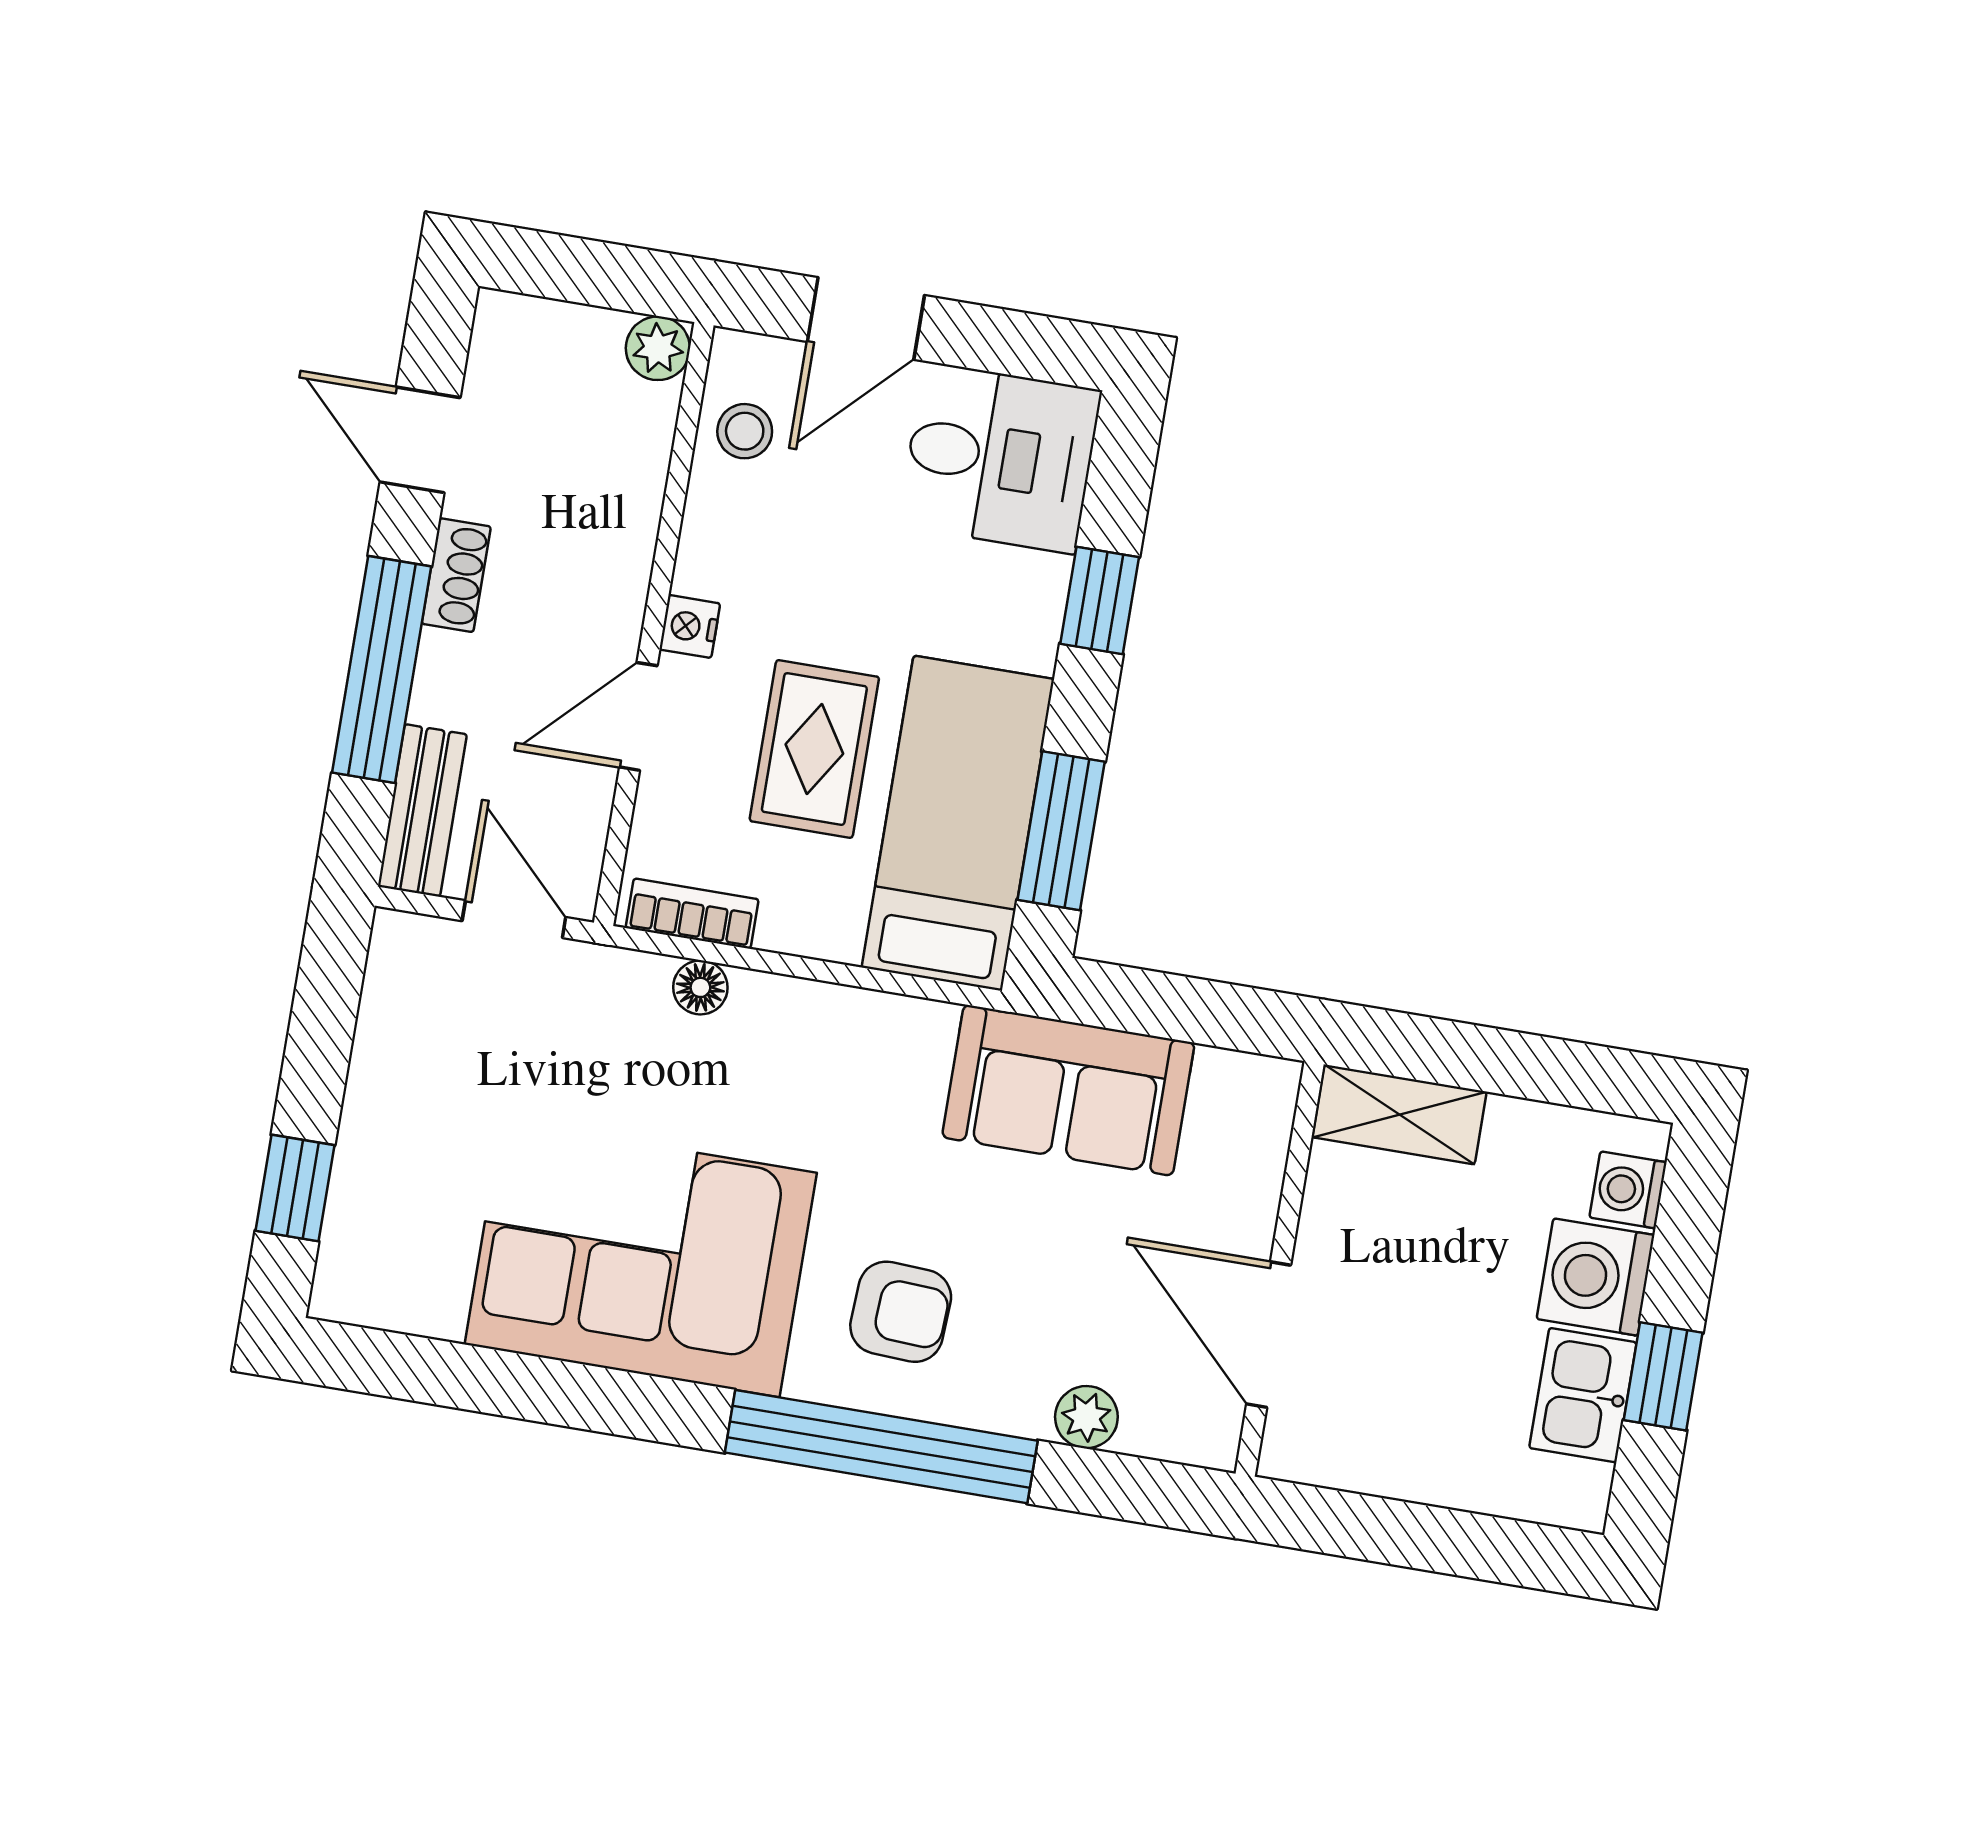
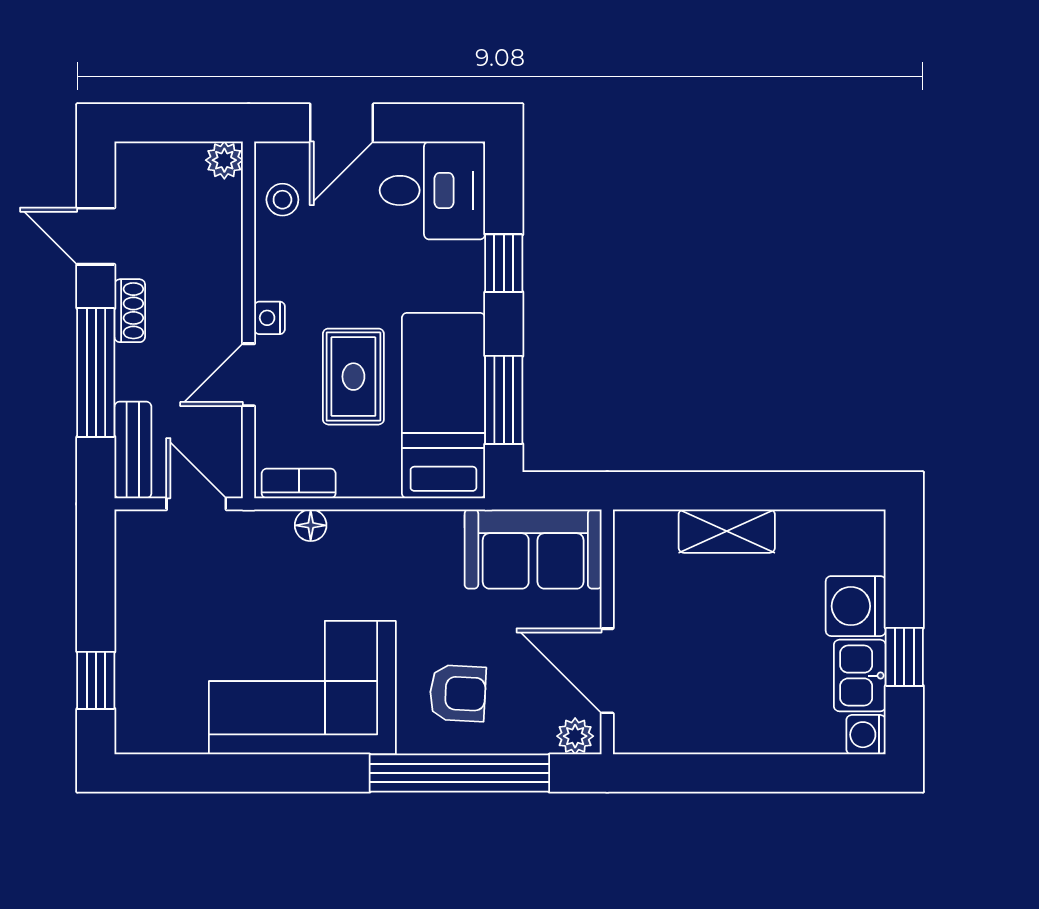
washing machine: (1628, 1190) -> (866, 735), moved
wall: (1280, 1269) -> (607, 632), moved
door: (1269, 1335) -> (607, 671), moved

